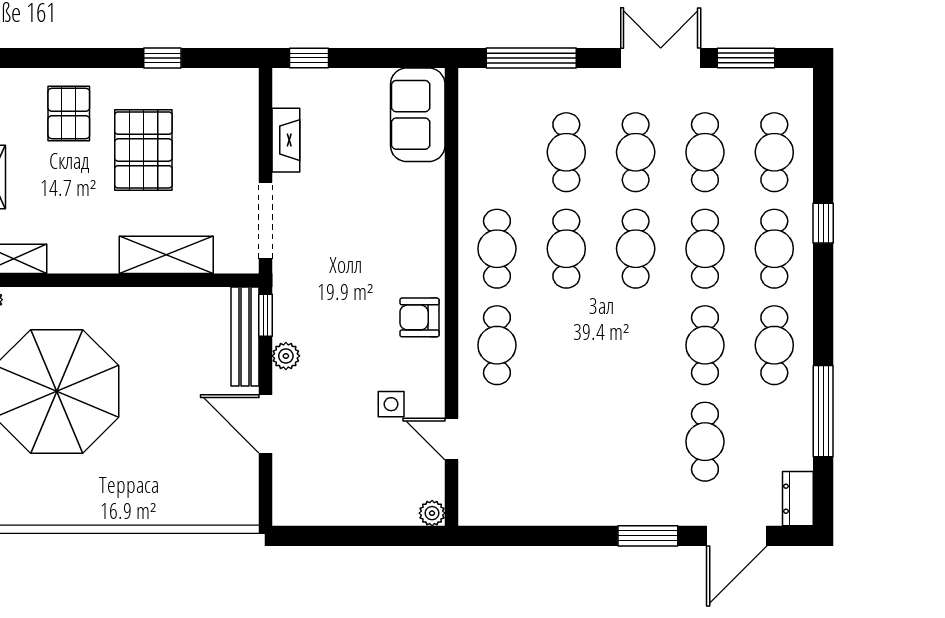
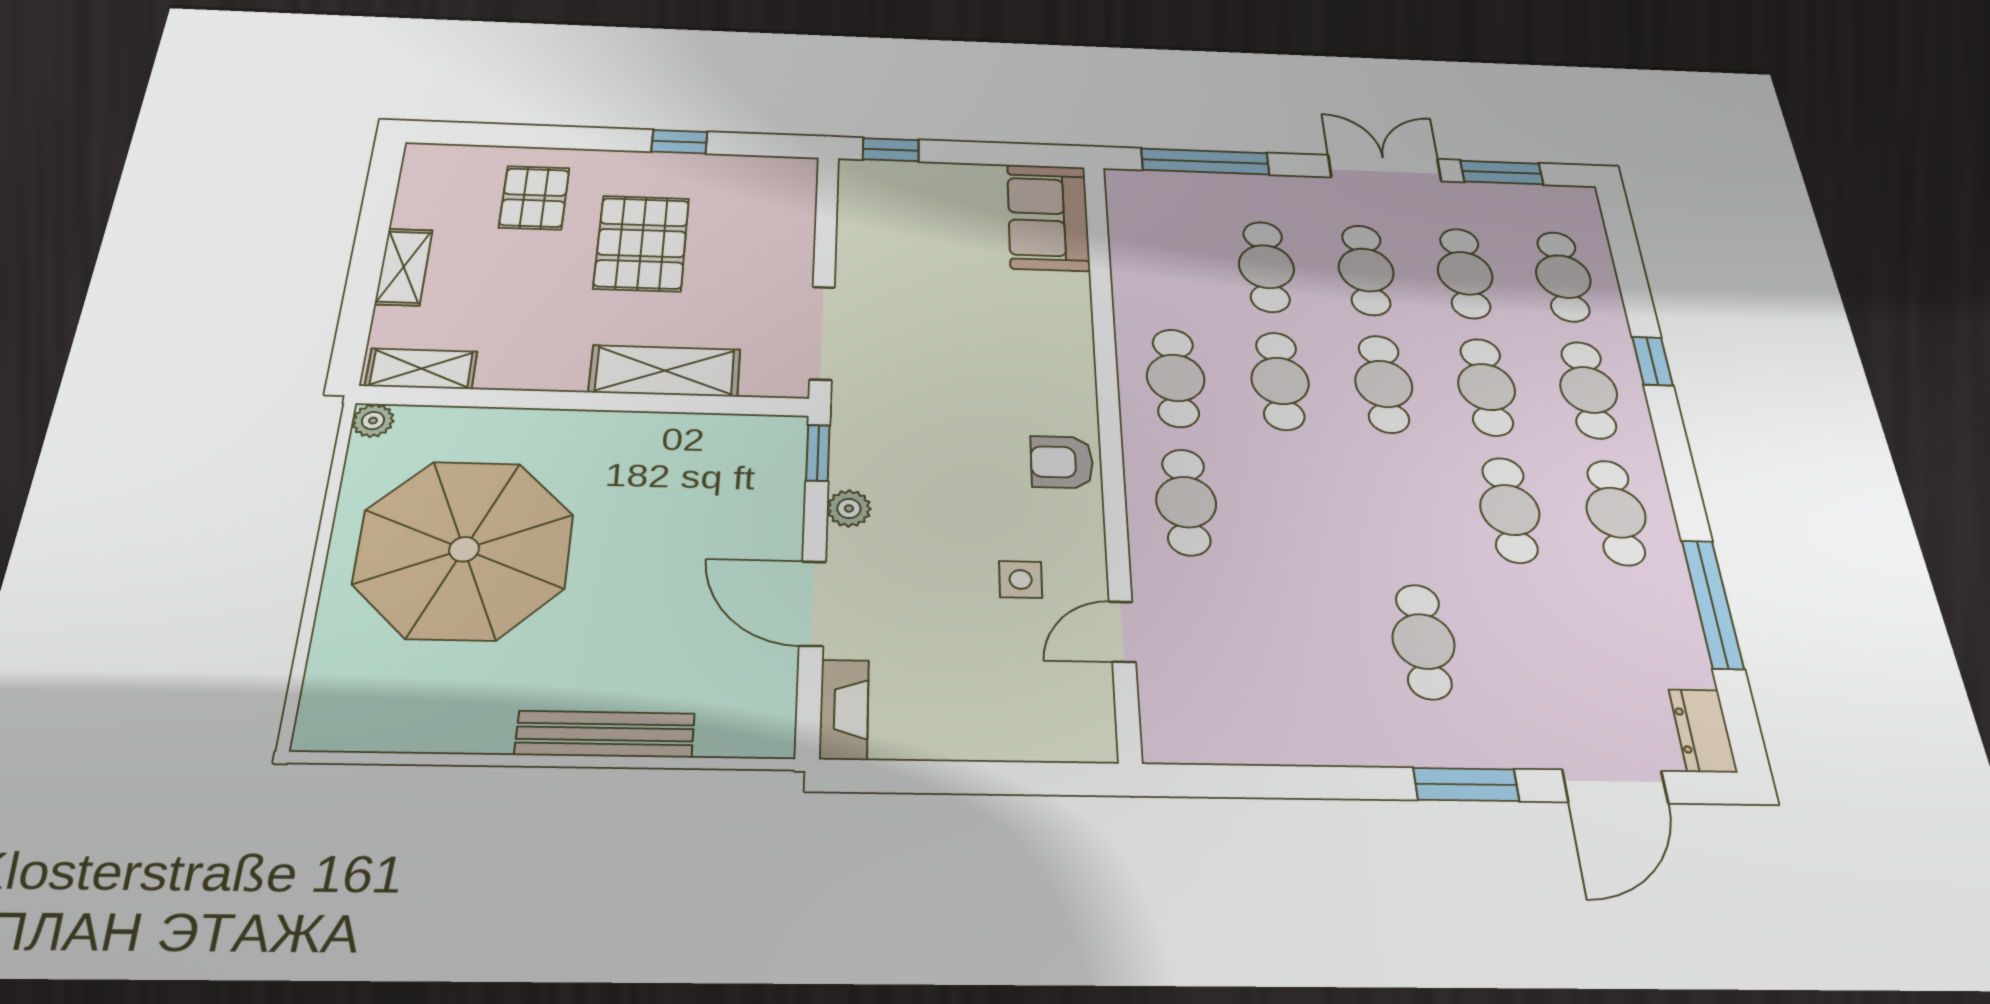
fireplace: (286, 140) -> (844, 709), moved
bench: (245, 337) -> (605, 734), moved, turned 90
door: (451, 439) -> (1122, 632), hinge flipped
cafe table: (705, 442) -> (1424, 641), moved
plant: (432, 513) -> (1096, 743), removed

